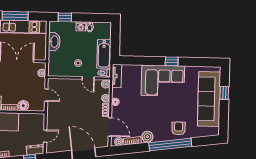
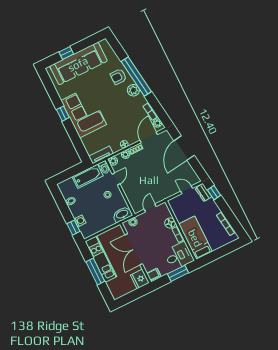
washing machine: (81, 26) -> (80, 221), moved
washbasin: (54, 42) -> (122, 214), moved
plant: (147, 137) -> (133, 90), moved

